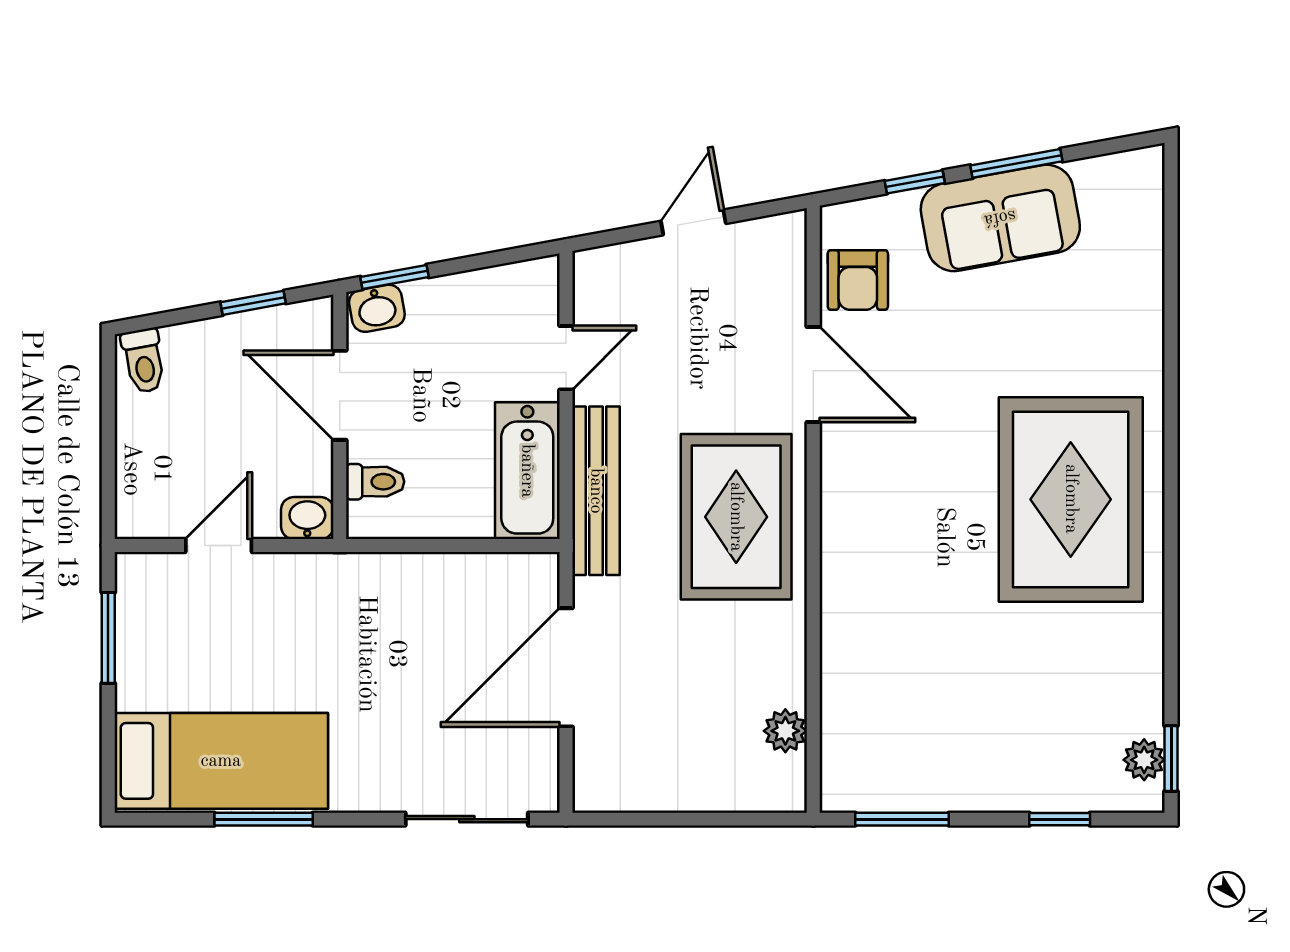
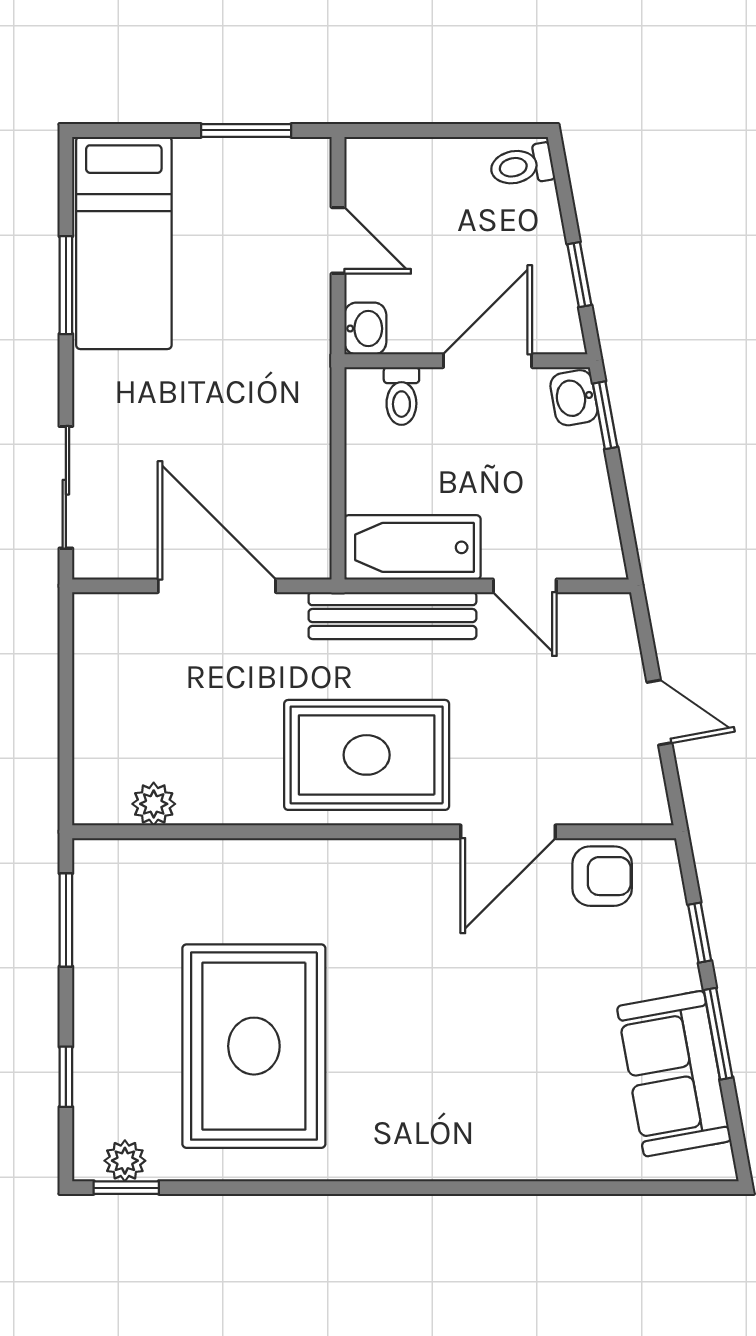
sofa: (1000, 218) -> (674, 1074), moved
armchair: (858, 280) -> (602, 876), turned 180
rug: (1071, 499) -> (254, 1046), moved, turned 90

